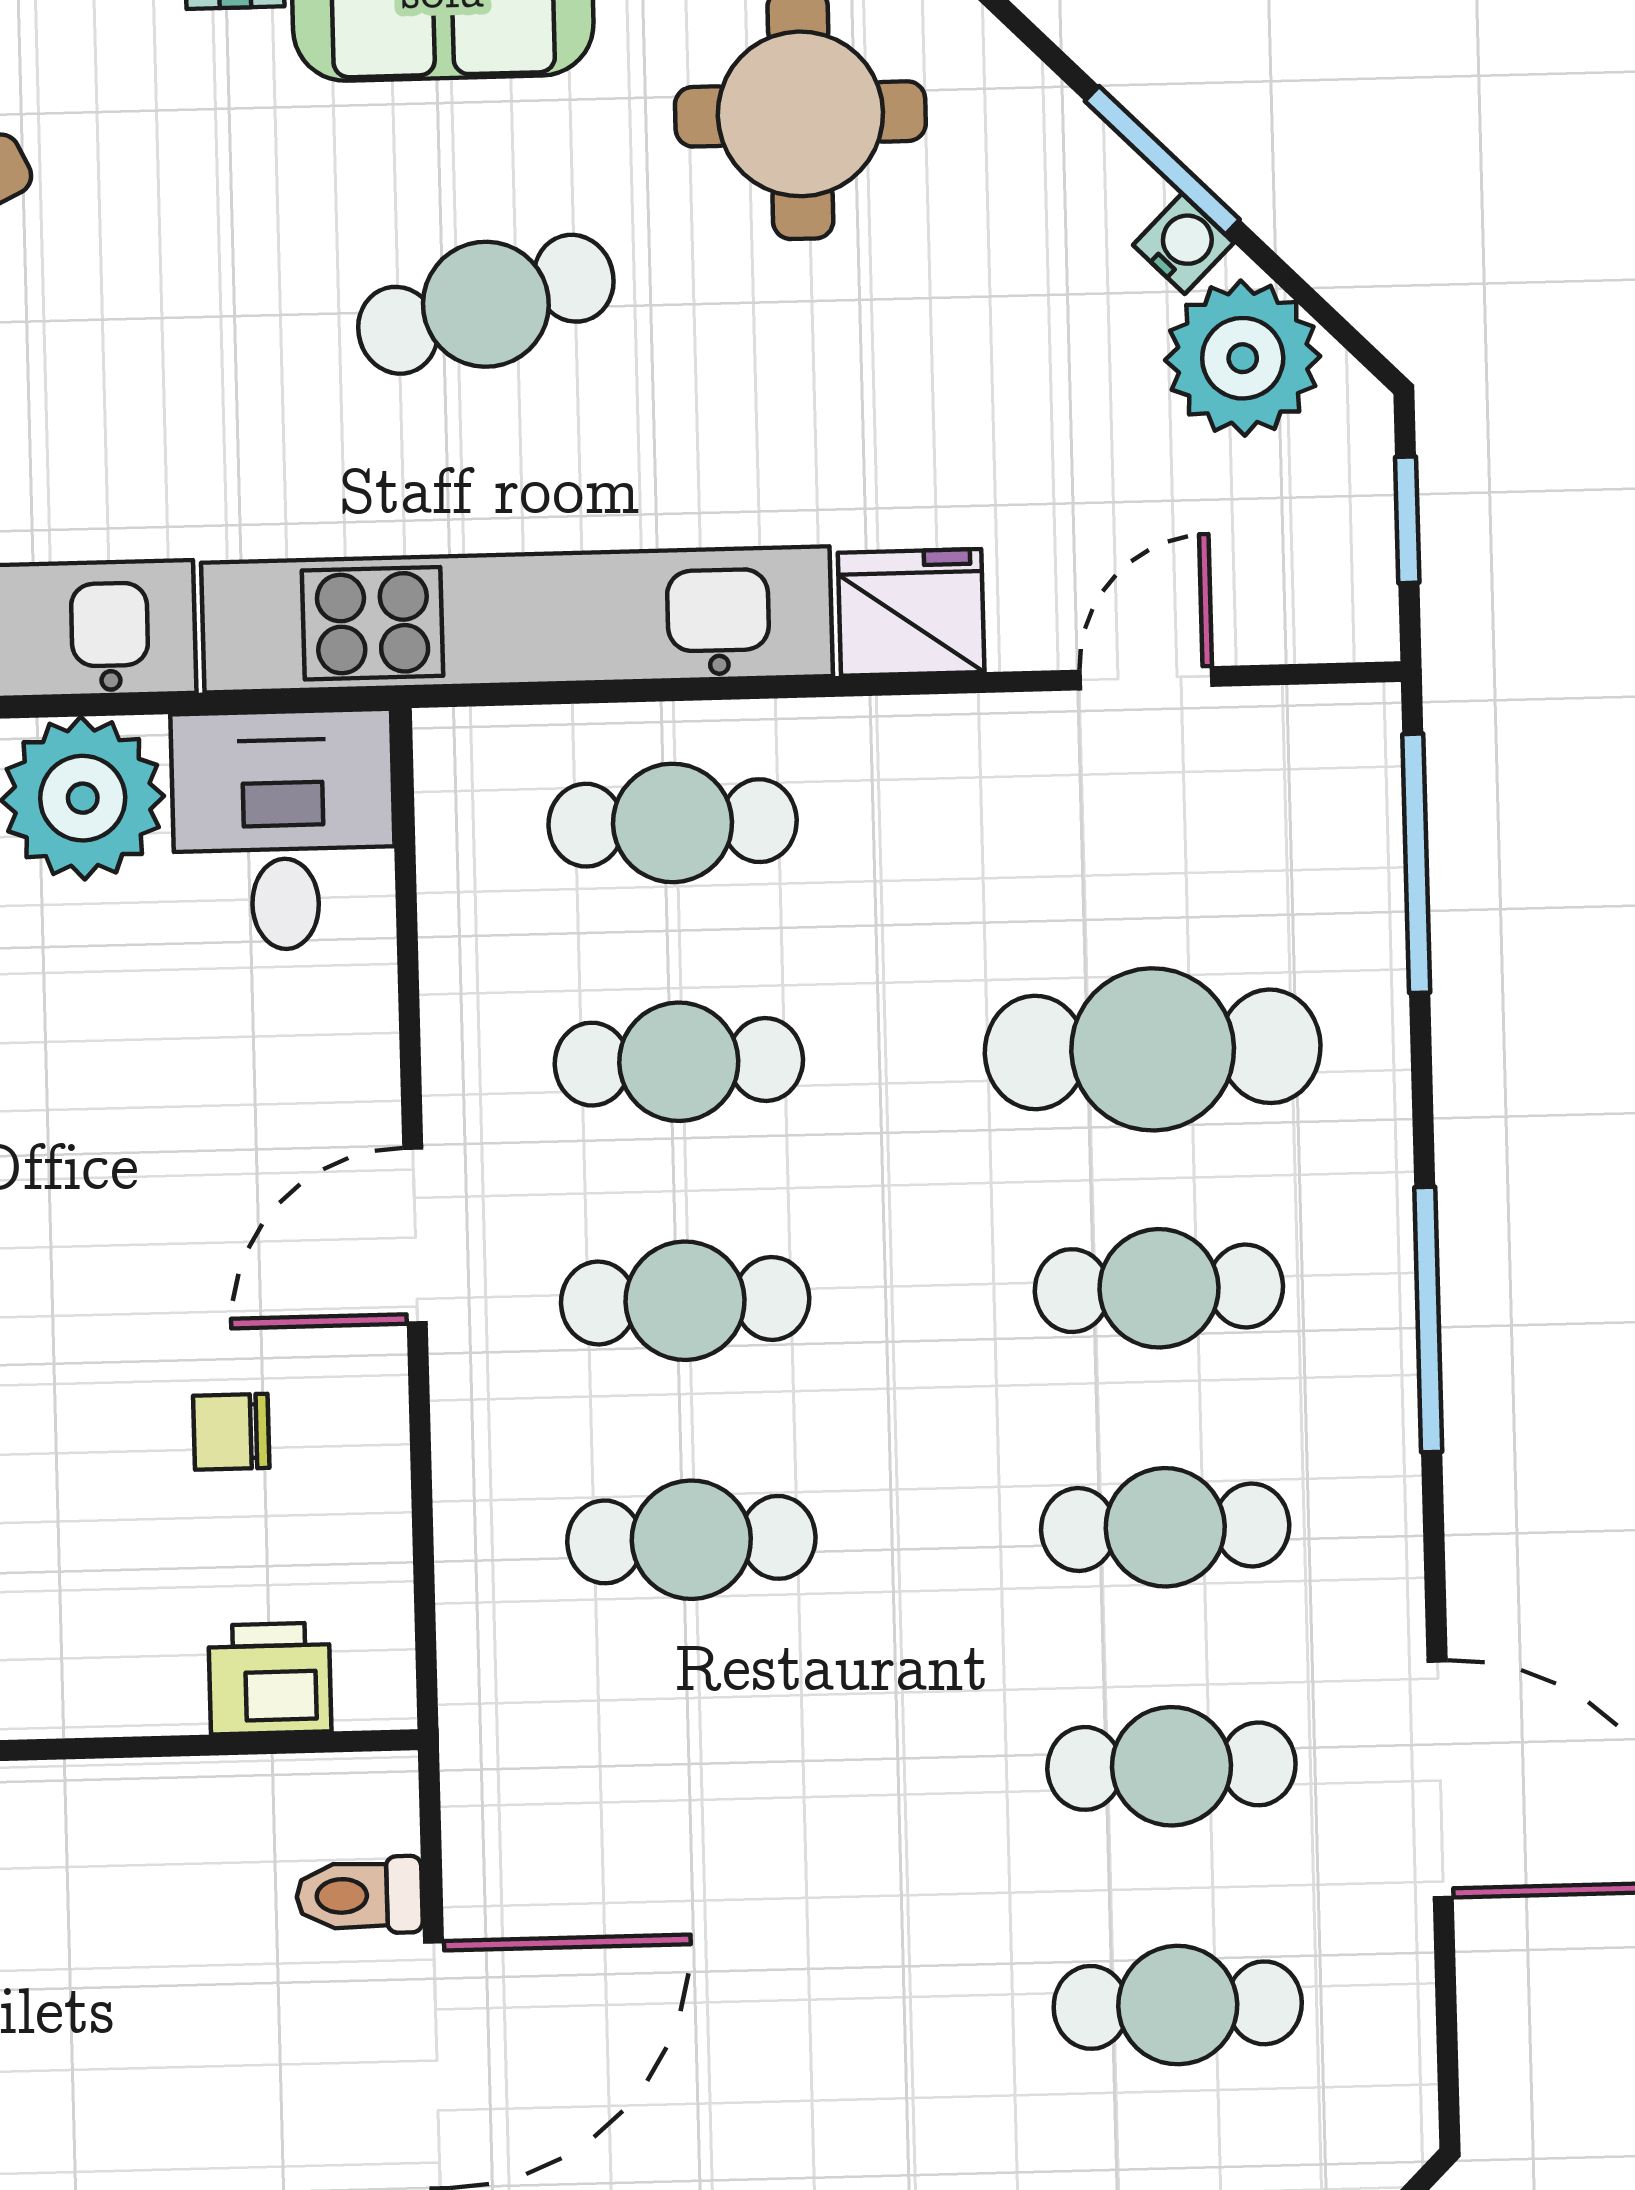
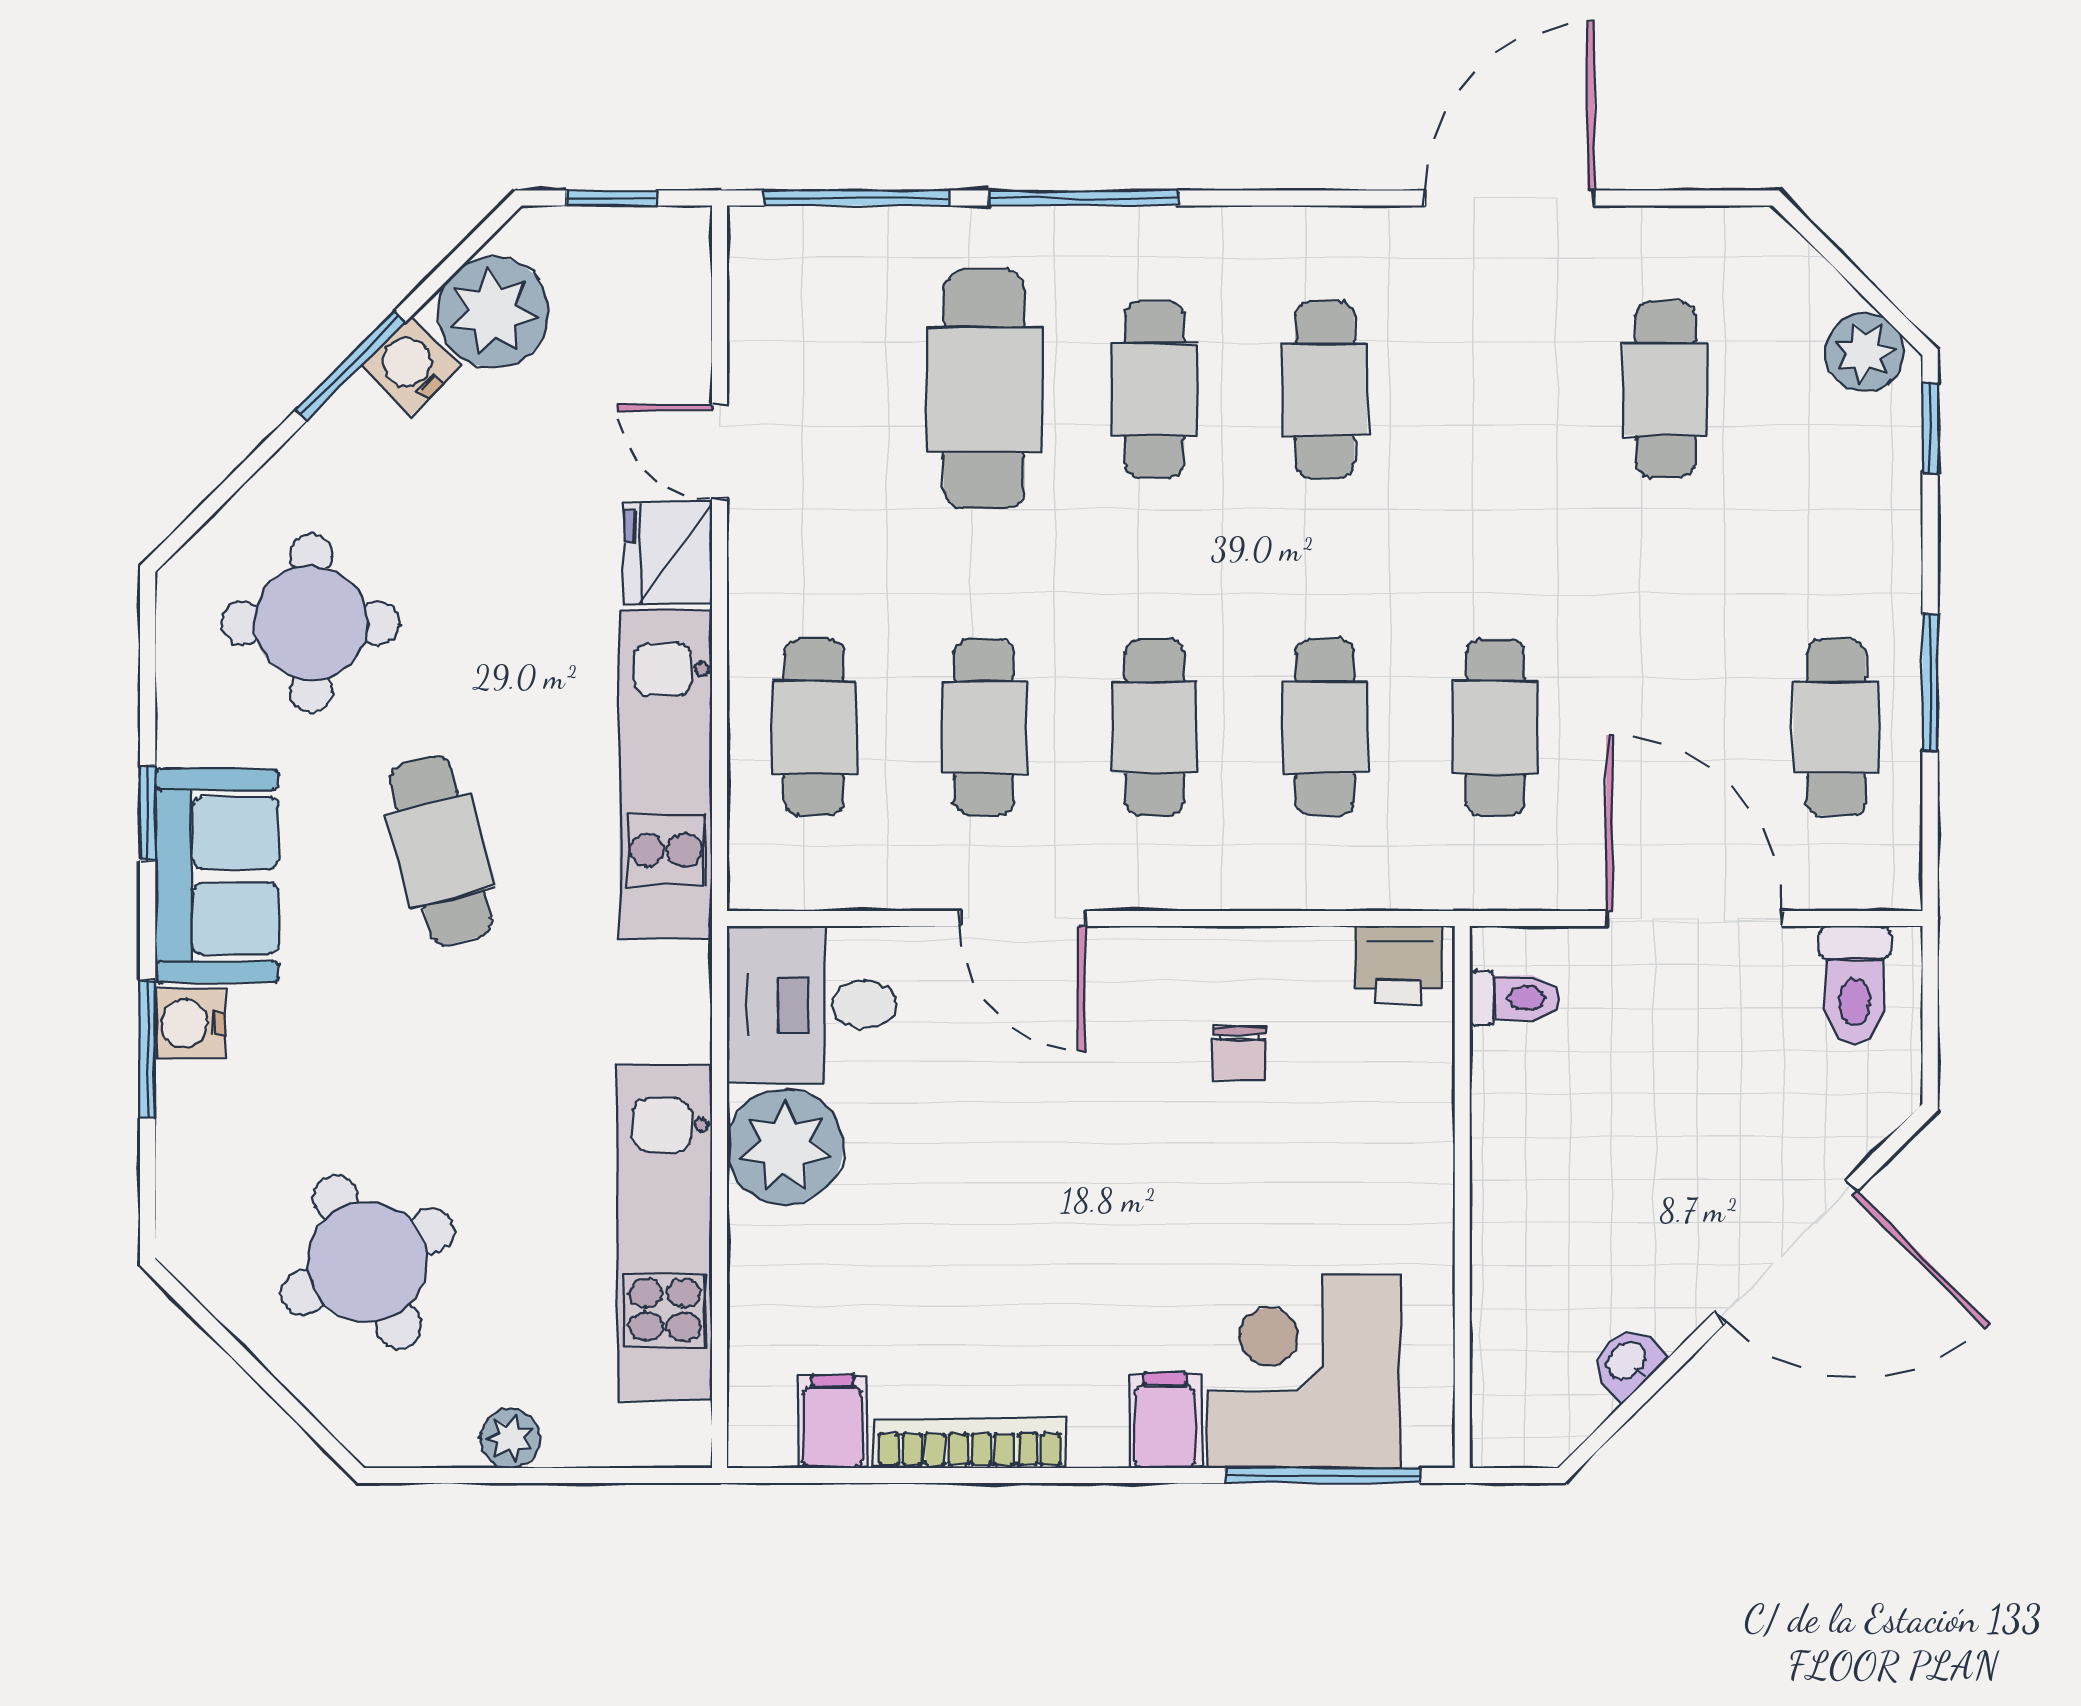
water cooler: (1183, 244) -> (411, 366), width x1.38, depth x1.38
kitchen unit: (517, 619) -> (666, 774), width x0.73
door: (1146, 678) -> (720, 451), moved
door: (415, 1236) -> (1023, 918), moved
window: (1428, 1320) -> (1083, 198), moved
printer: (270, 1678) -> (1398, 965), moved, turned -90
cafe table: (1171, 1766) -> (1495, 727), moved
toilet: (359, 1895) -> (1514, 998), moved, turned -90

